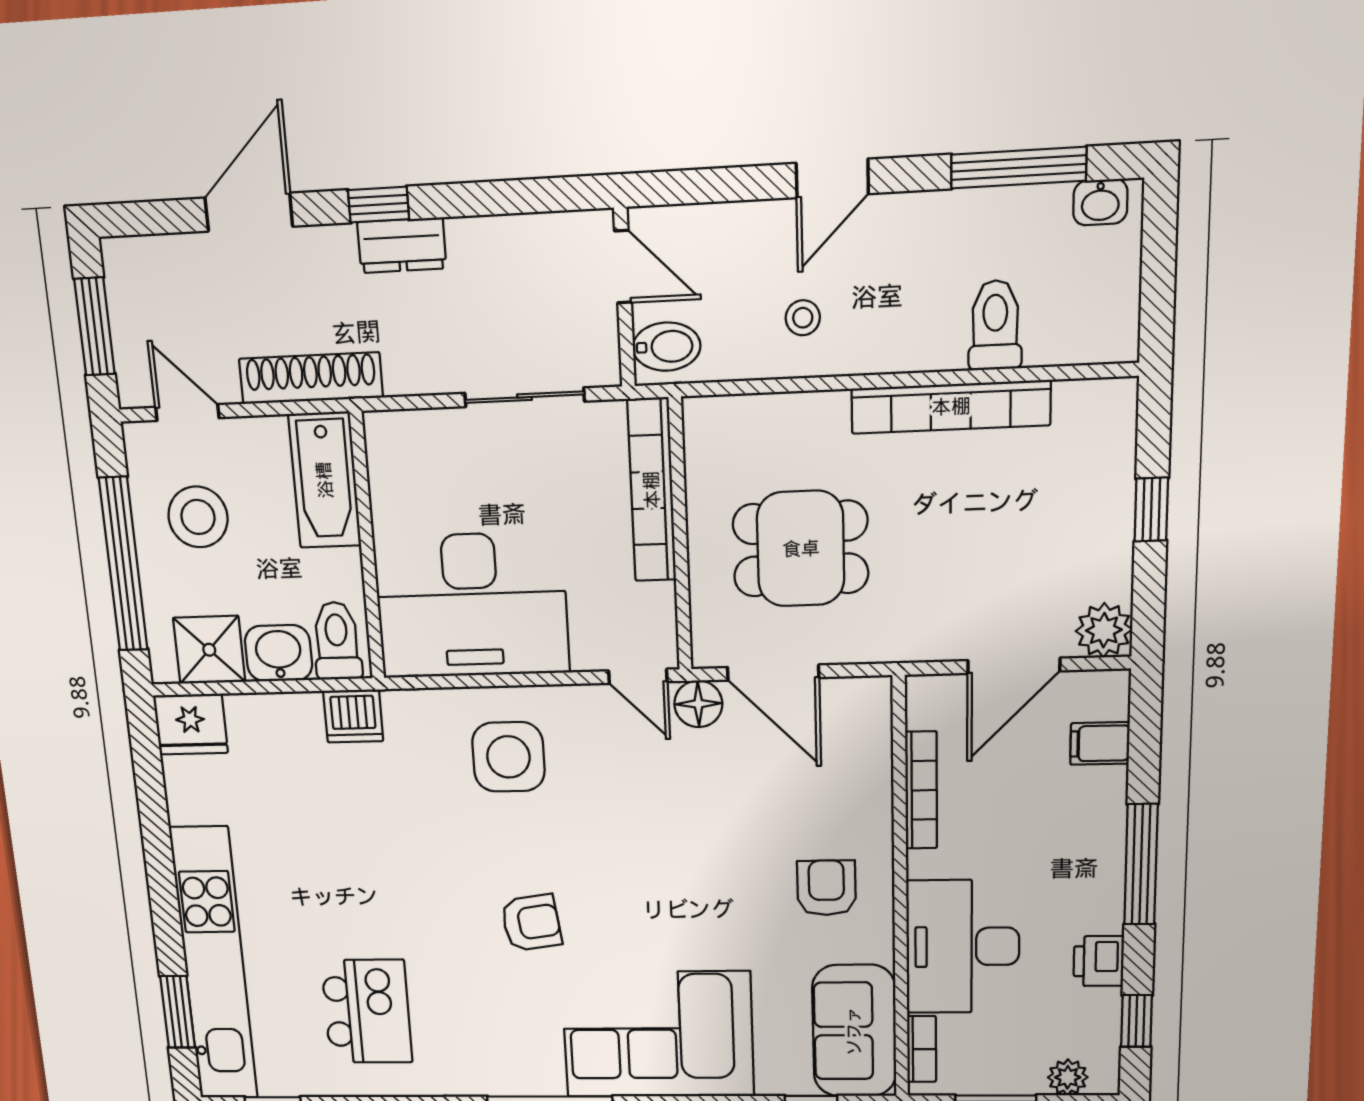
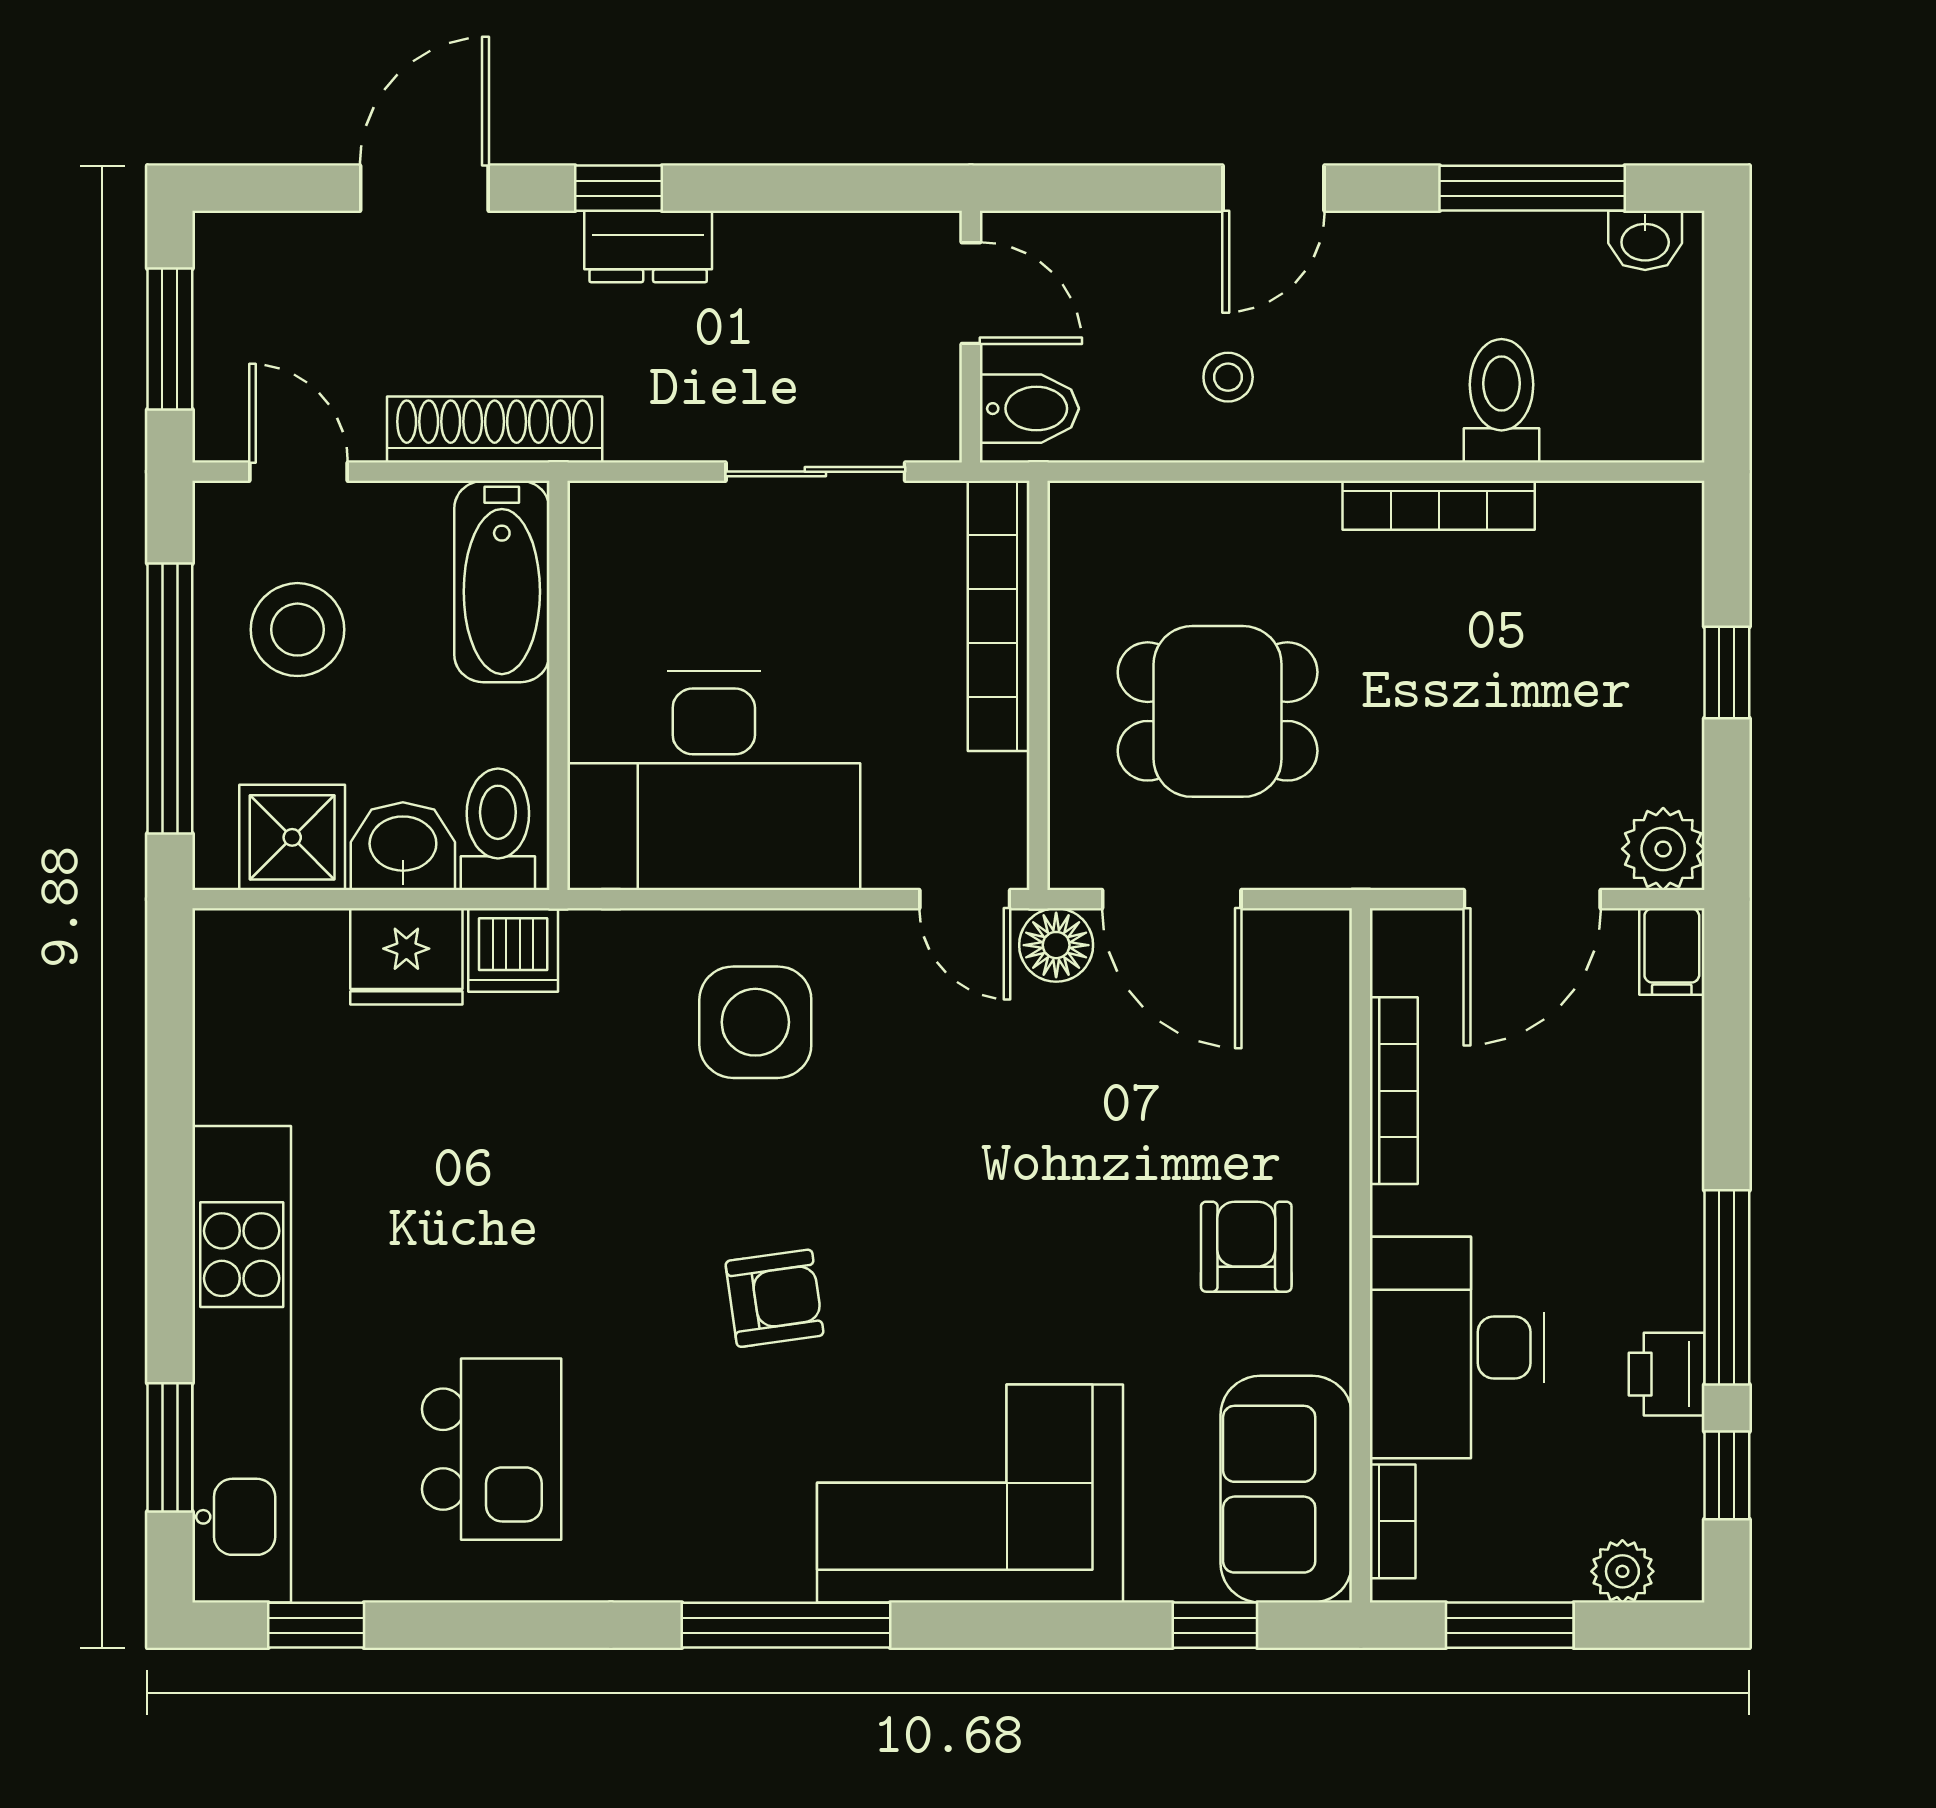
bookcase: (951, 407) -> (1439, 505), width x0.68, depth x0.76
fridge: (191, 724) -> (406, 956), moved
filing cabinet: (1100, 743) -> (1672, 952), moved, turned -90
window: (1141, 865) -> (1727, 1287), moved

